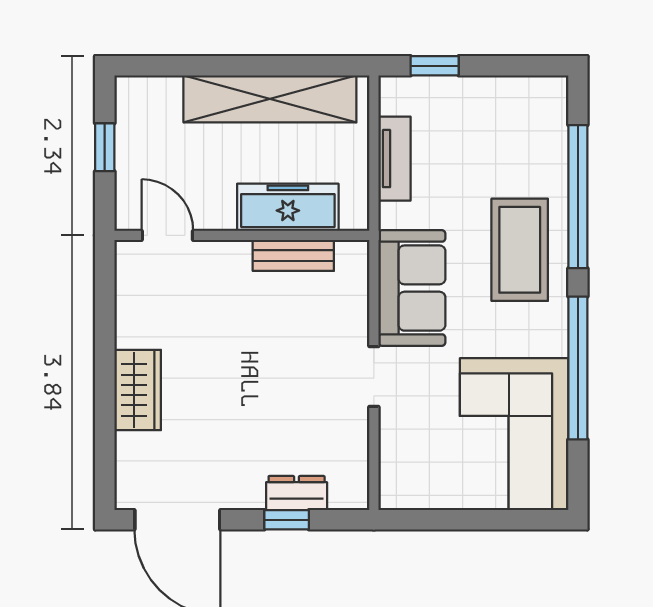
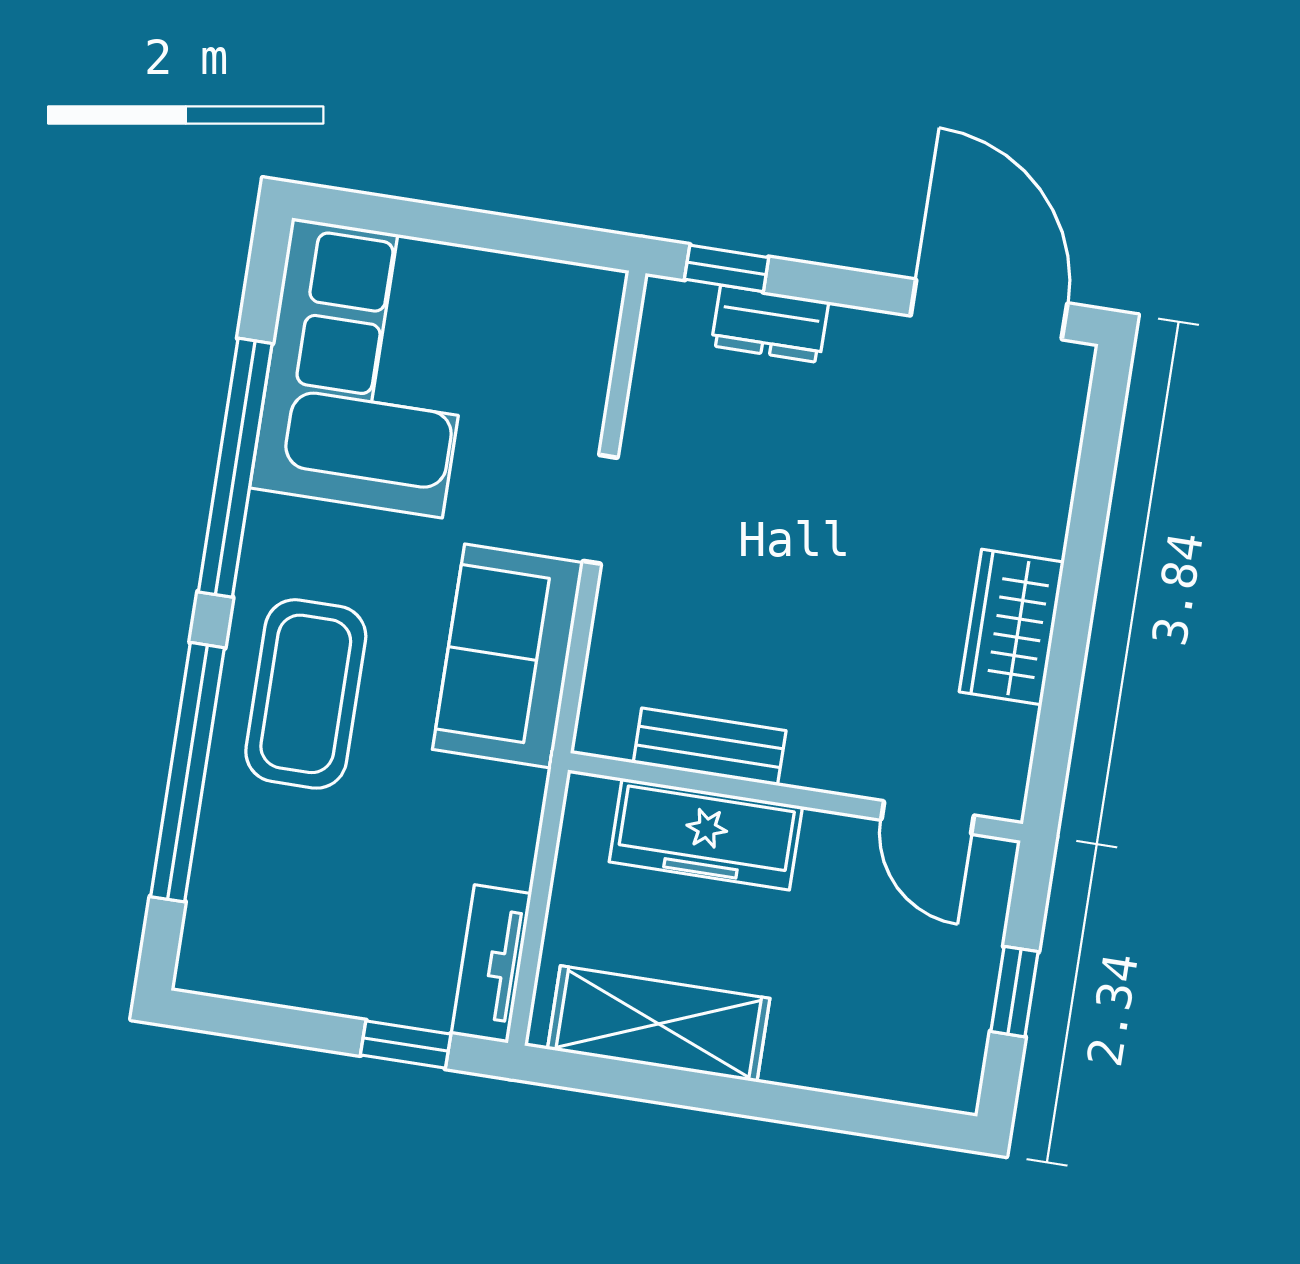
shelving: (270, 99) -> (659, 1024), width x0.68
tv unit: (395, 159) -> (491, 964), moved
wardrobe: (138, 390) -> (1012, 627), moved
window: (287, 520) -> (727, 268), moved

